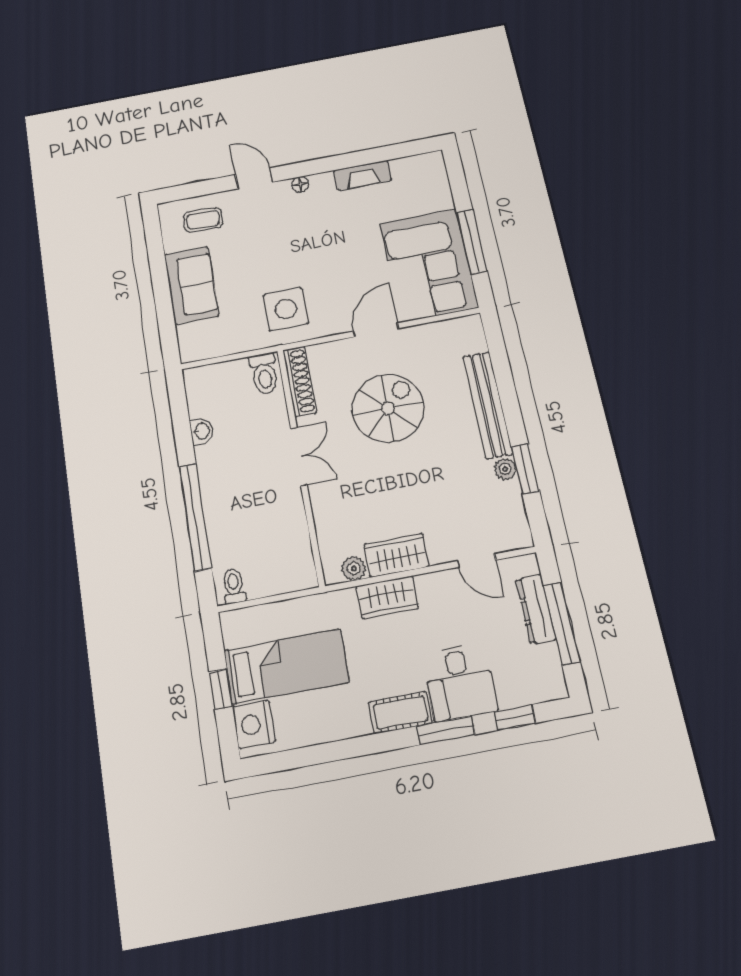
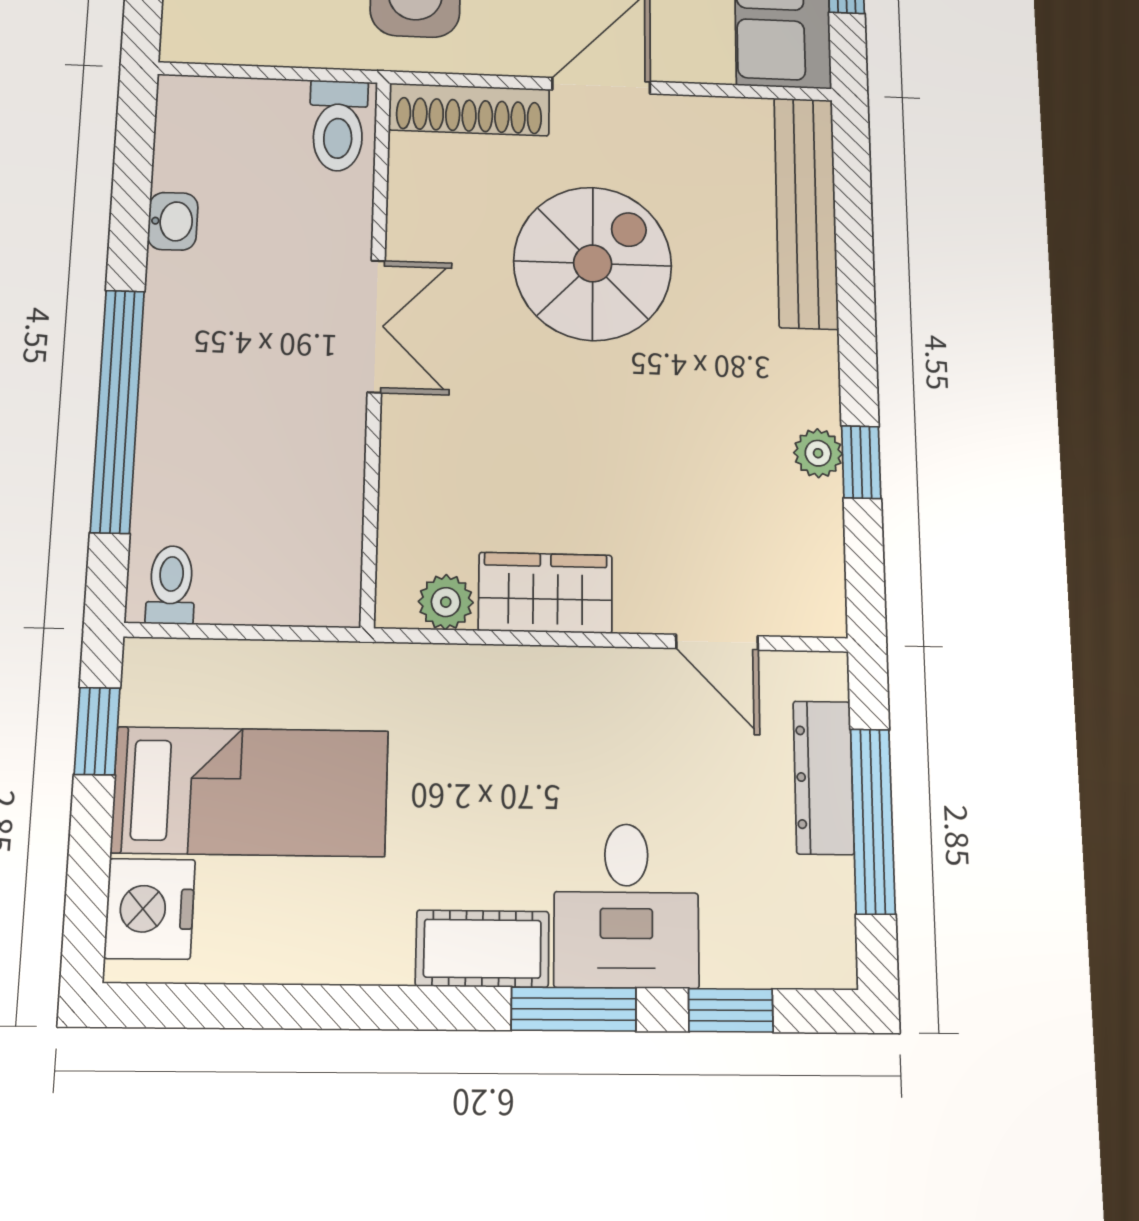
shoe rack: (300, 381) -> (469, 110), moved, turned 90
bench: (488, 405) -> (806, 212), moved
window: (525, 469) -> (861, 462), width x0.67
wardrobe: (387, 597) -> (506, 683), removed
window: (221, 689) -> (97, 731), moved

